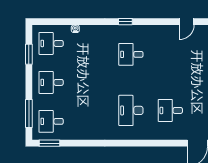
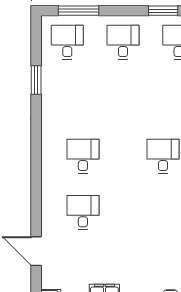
desk: (131, 110) -> (83, 156), width x0.73
window: (49, 143) -> (36, 80), moved

